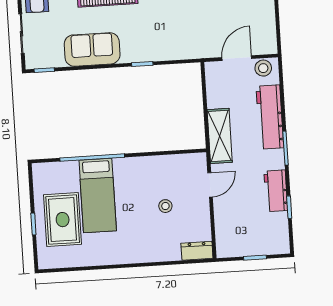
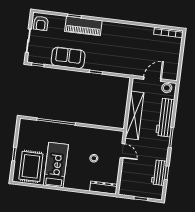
shelving: (220, 136) -> (135, 115), width x1.47
door: (210, 185) -> (122, 151), hinge flipped
workbench: (276, 191) -> (159, 173), moved
bed: (98, 196) -> (56, 165), moved, turned 180
rug: (63, 220) -> (31, 166), moved
dresser: (197, 251) -> (103, 188), width x1.44

